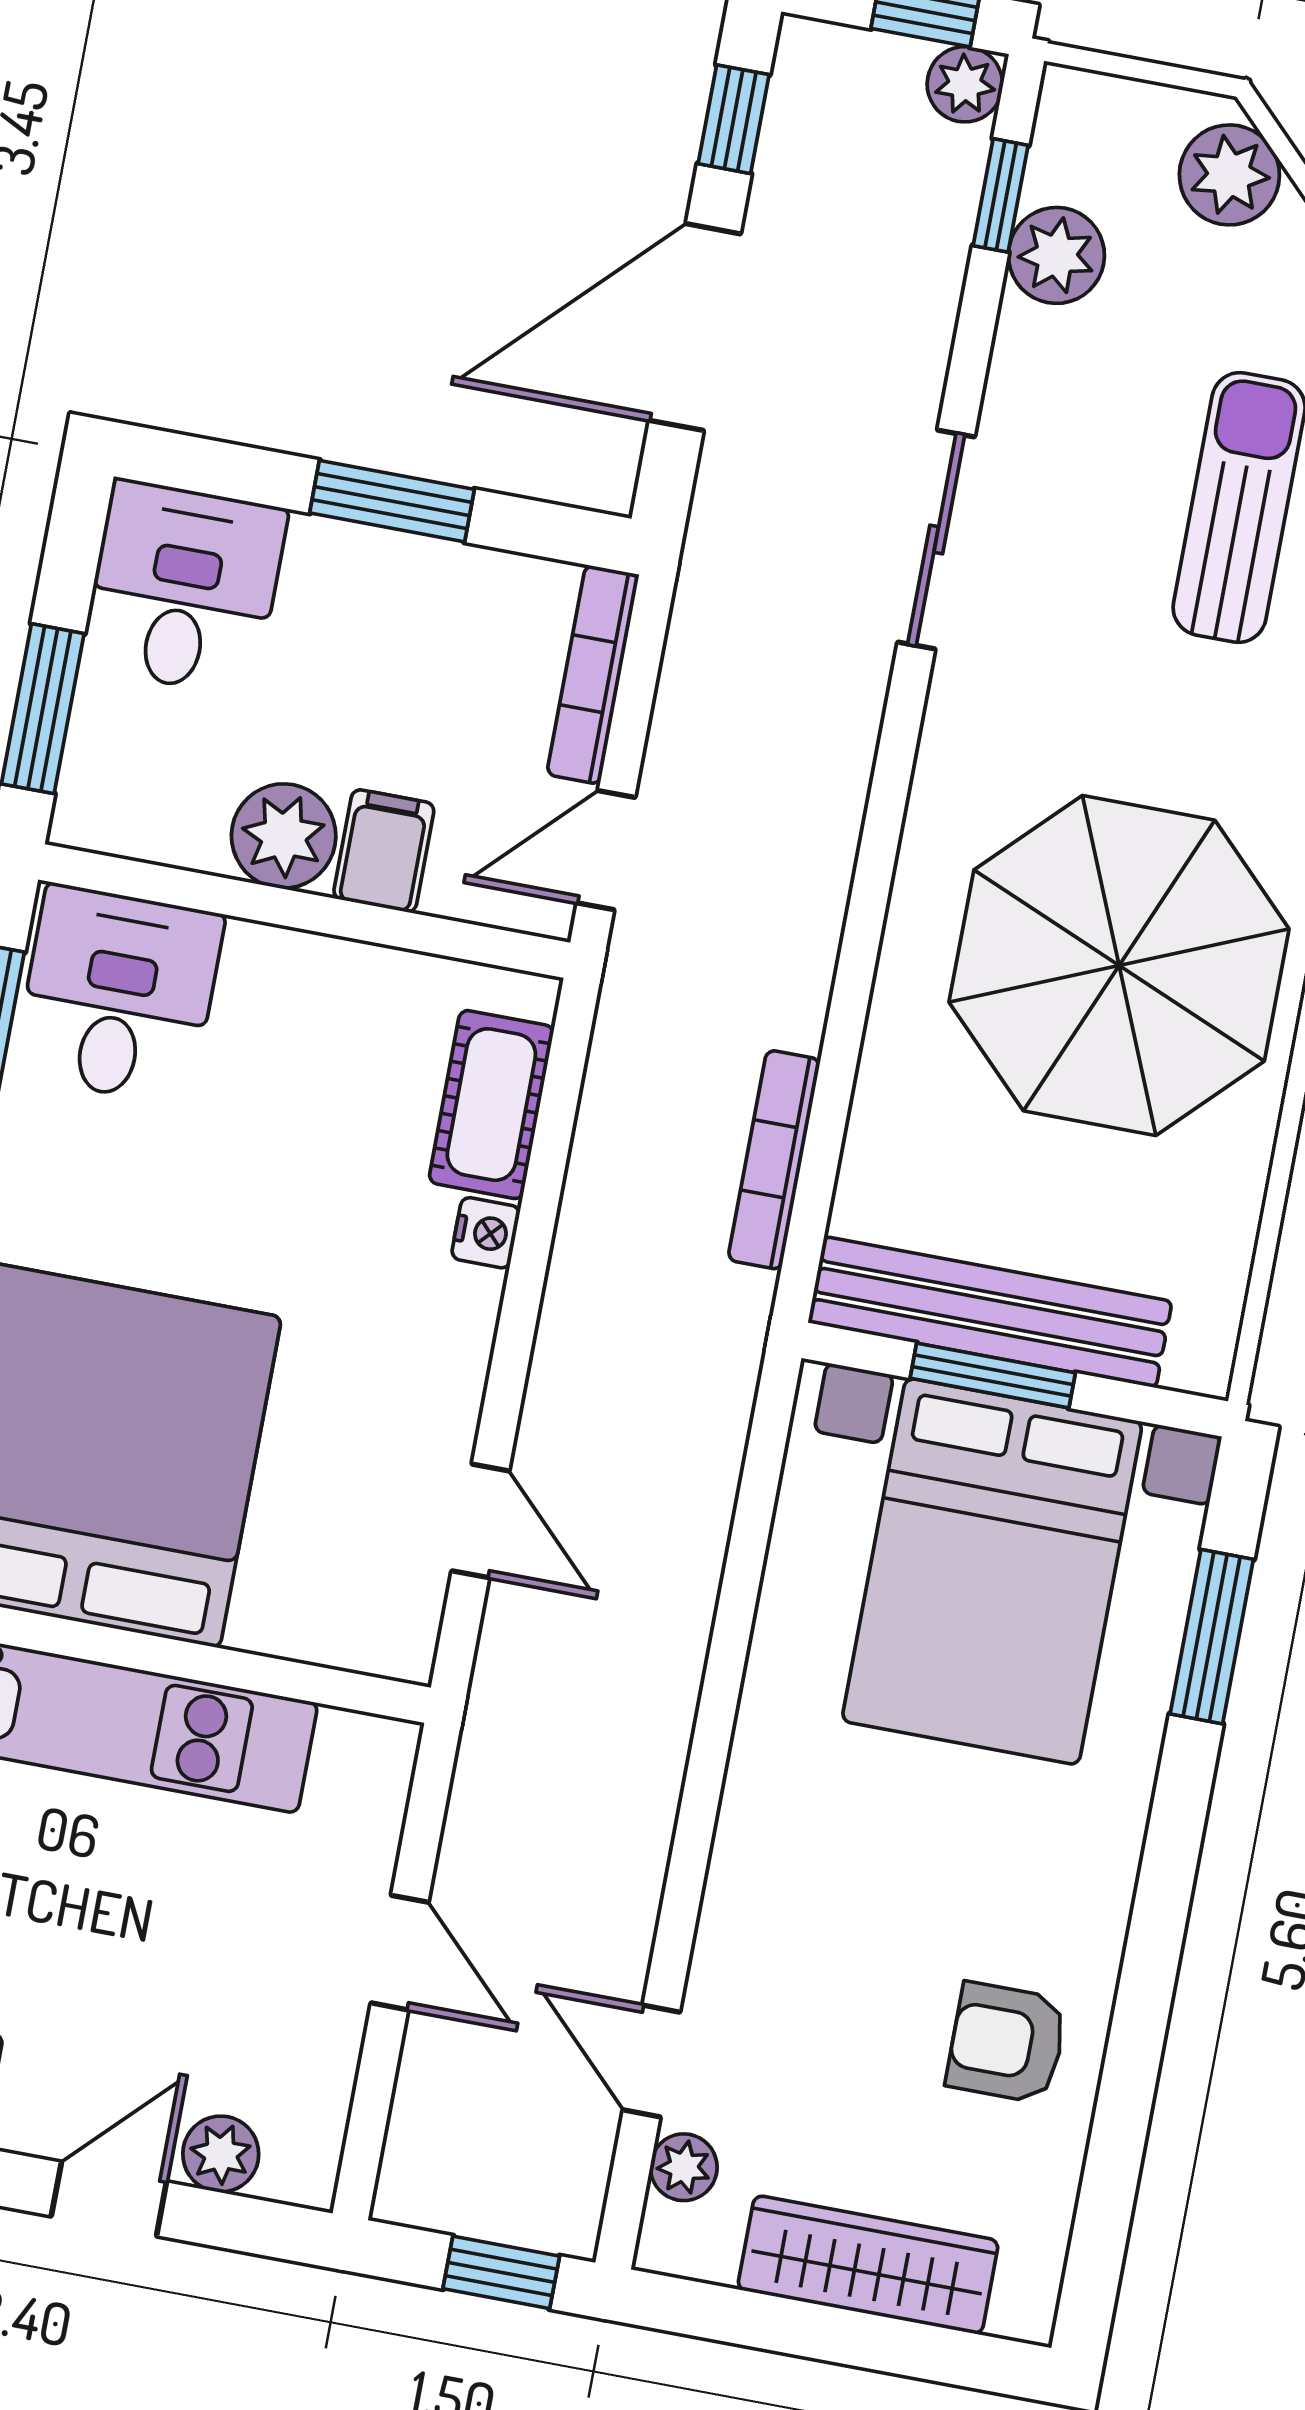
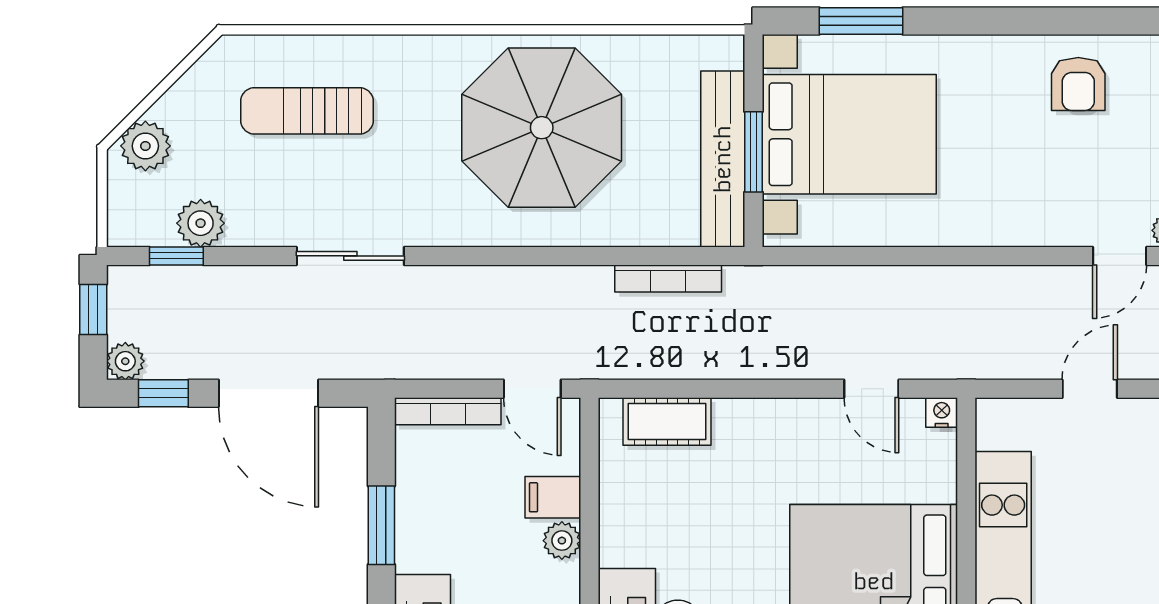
plant: (965, 84) -> (125, 361), moved
plant: (284, 836) -> (562, 541), width x0.73, depth x0.73
nightstand: (486, 1233) -> (942, 413), moved
door: (480, 1521) -> (871, 389), swing flipped

